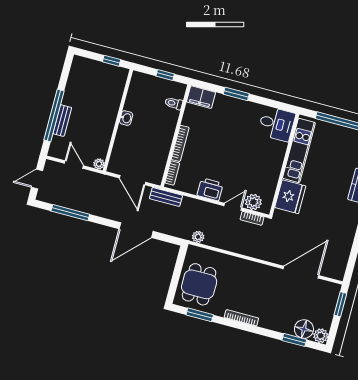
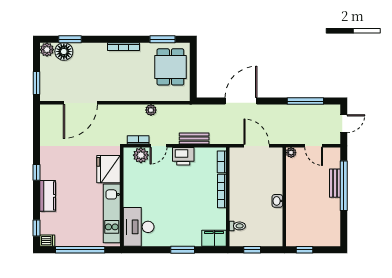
desk: (277, 124) -> (139, 227), width x1.37
bench: (166, 197) -> (194, 139), moved
plant: (198, 237) -> (151, 110), moved

